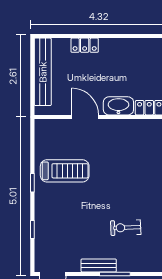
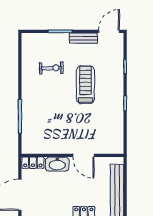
treadmill: (65, 171) -> (85, 85), moved, turned 90
bench: (99, 265) -> (83, 38), moved

